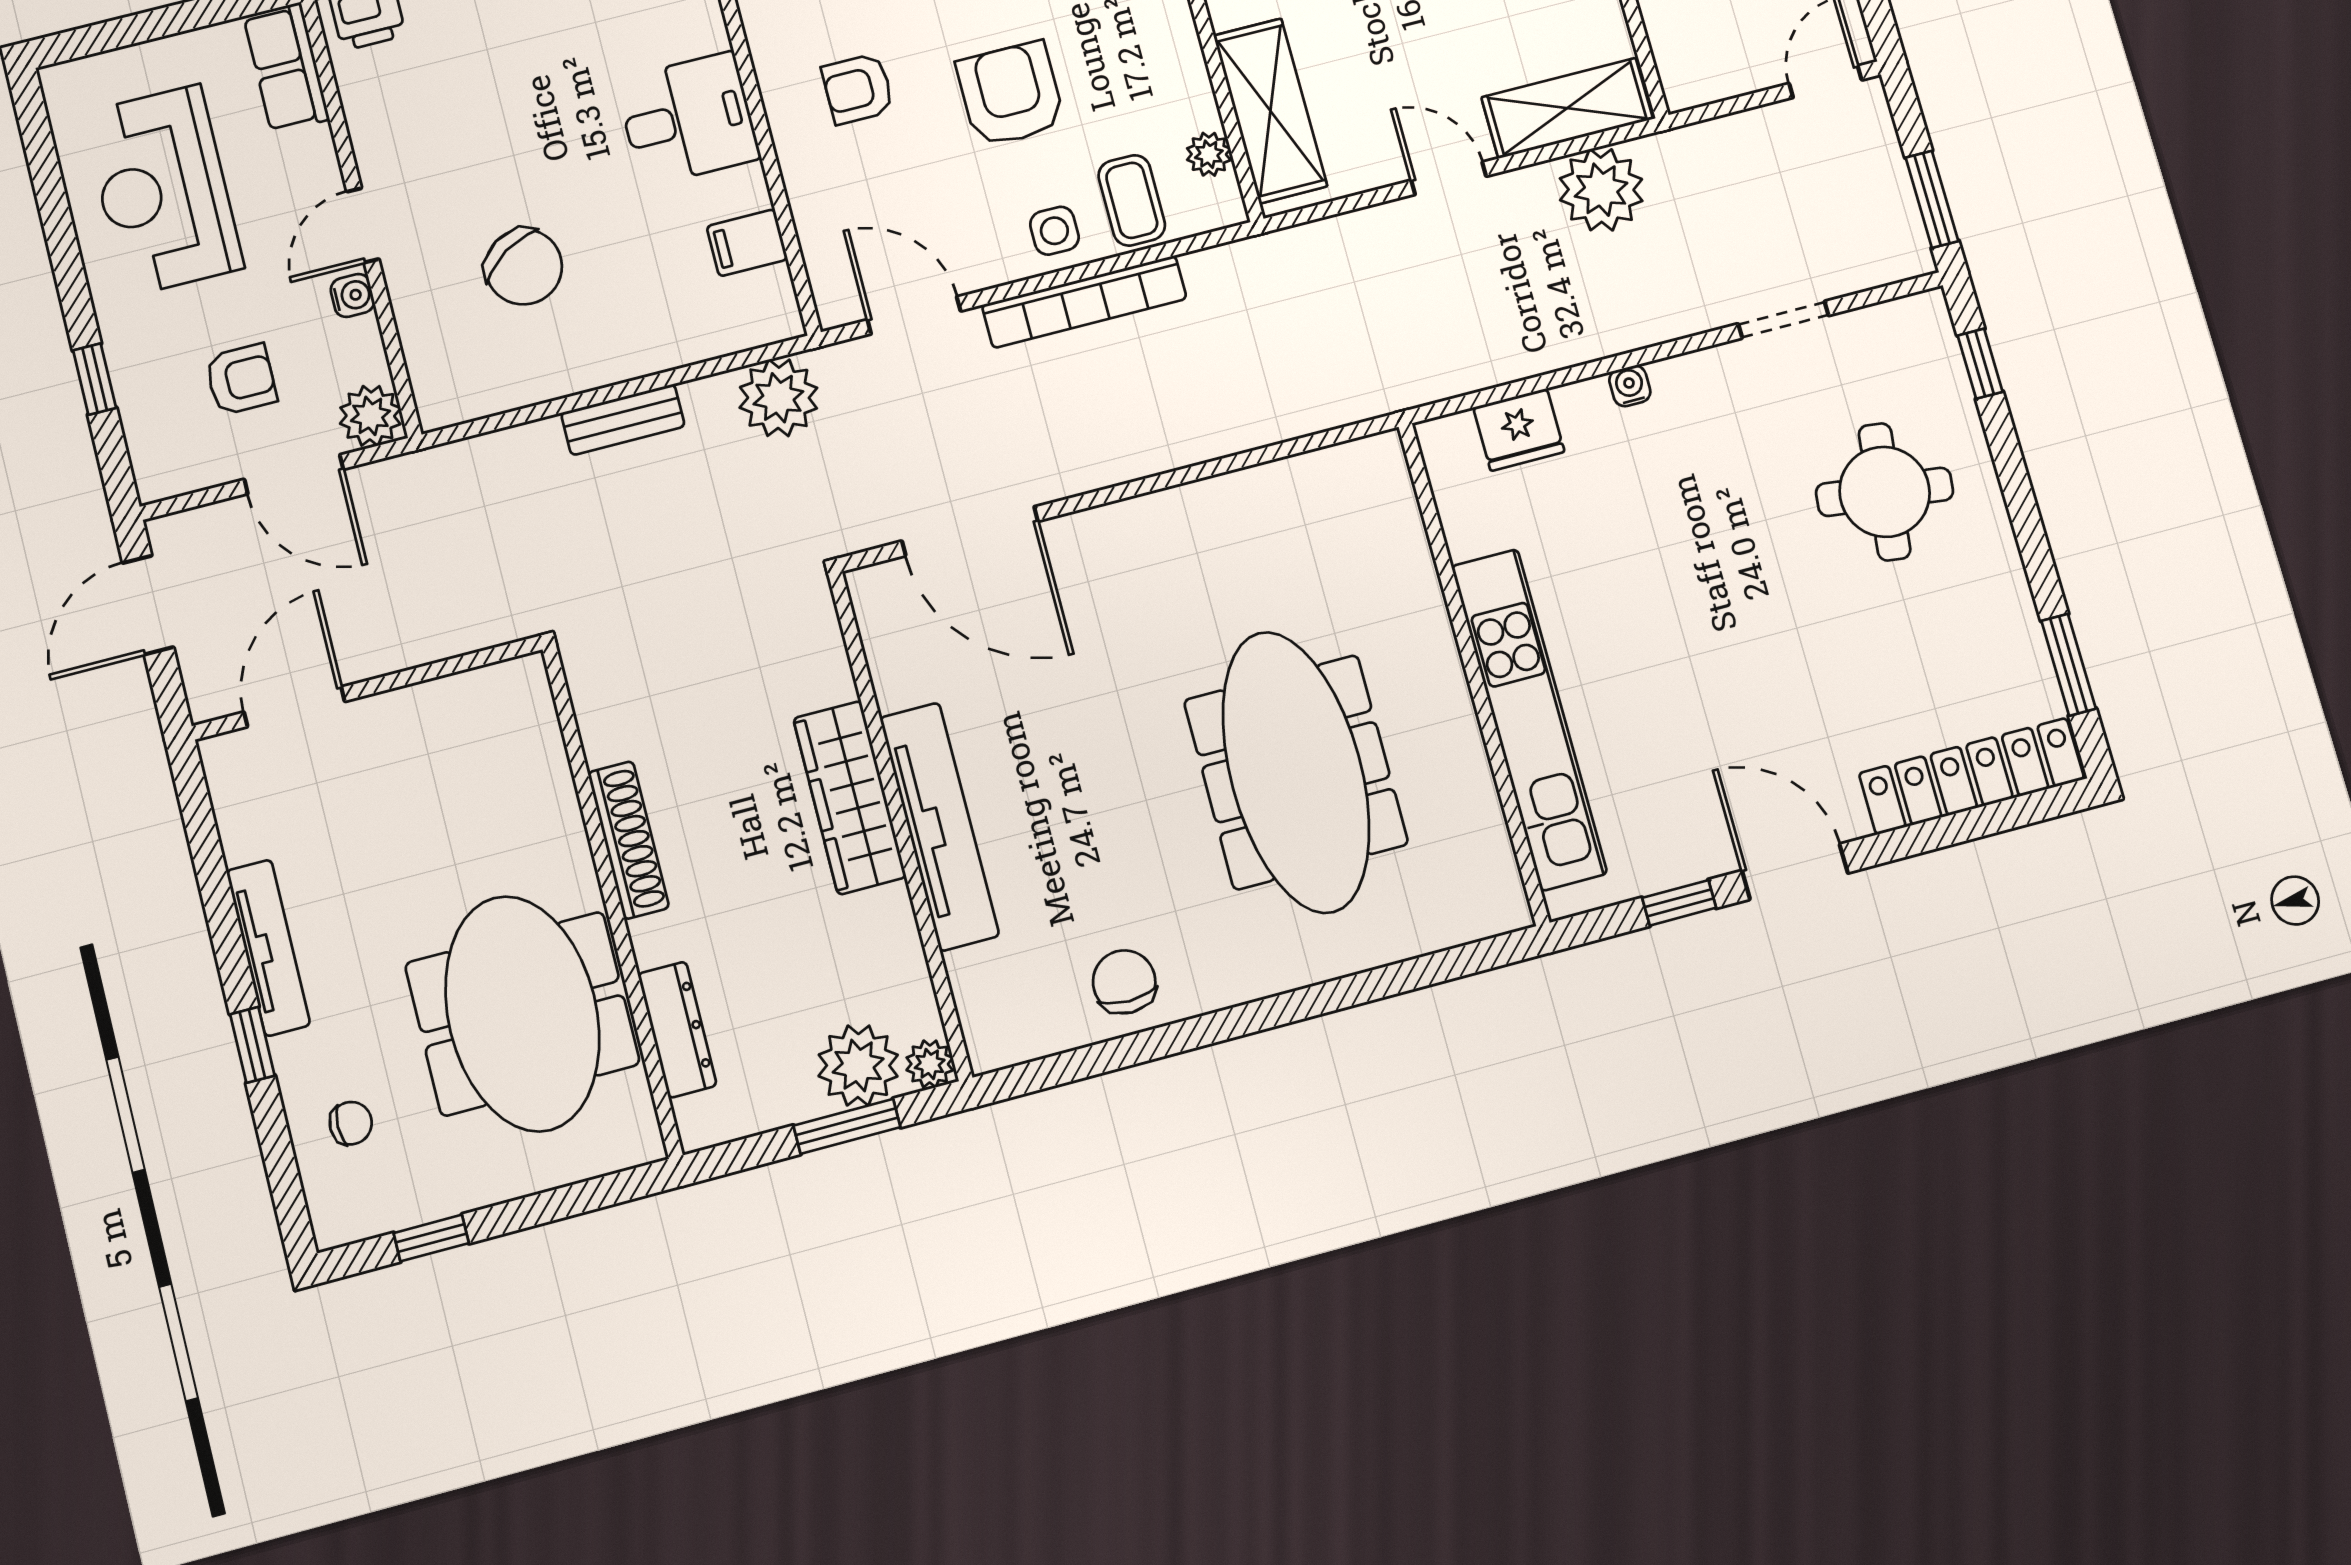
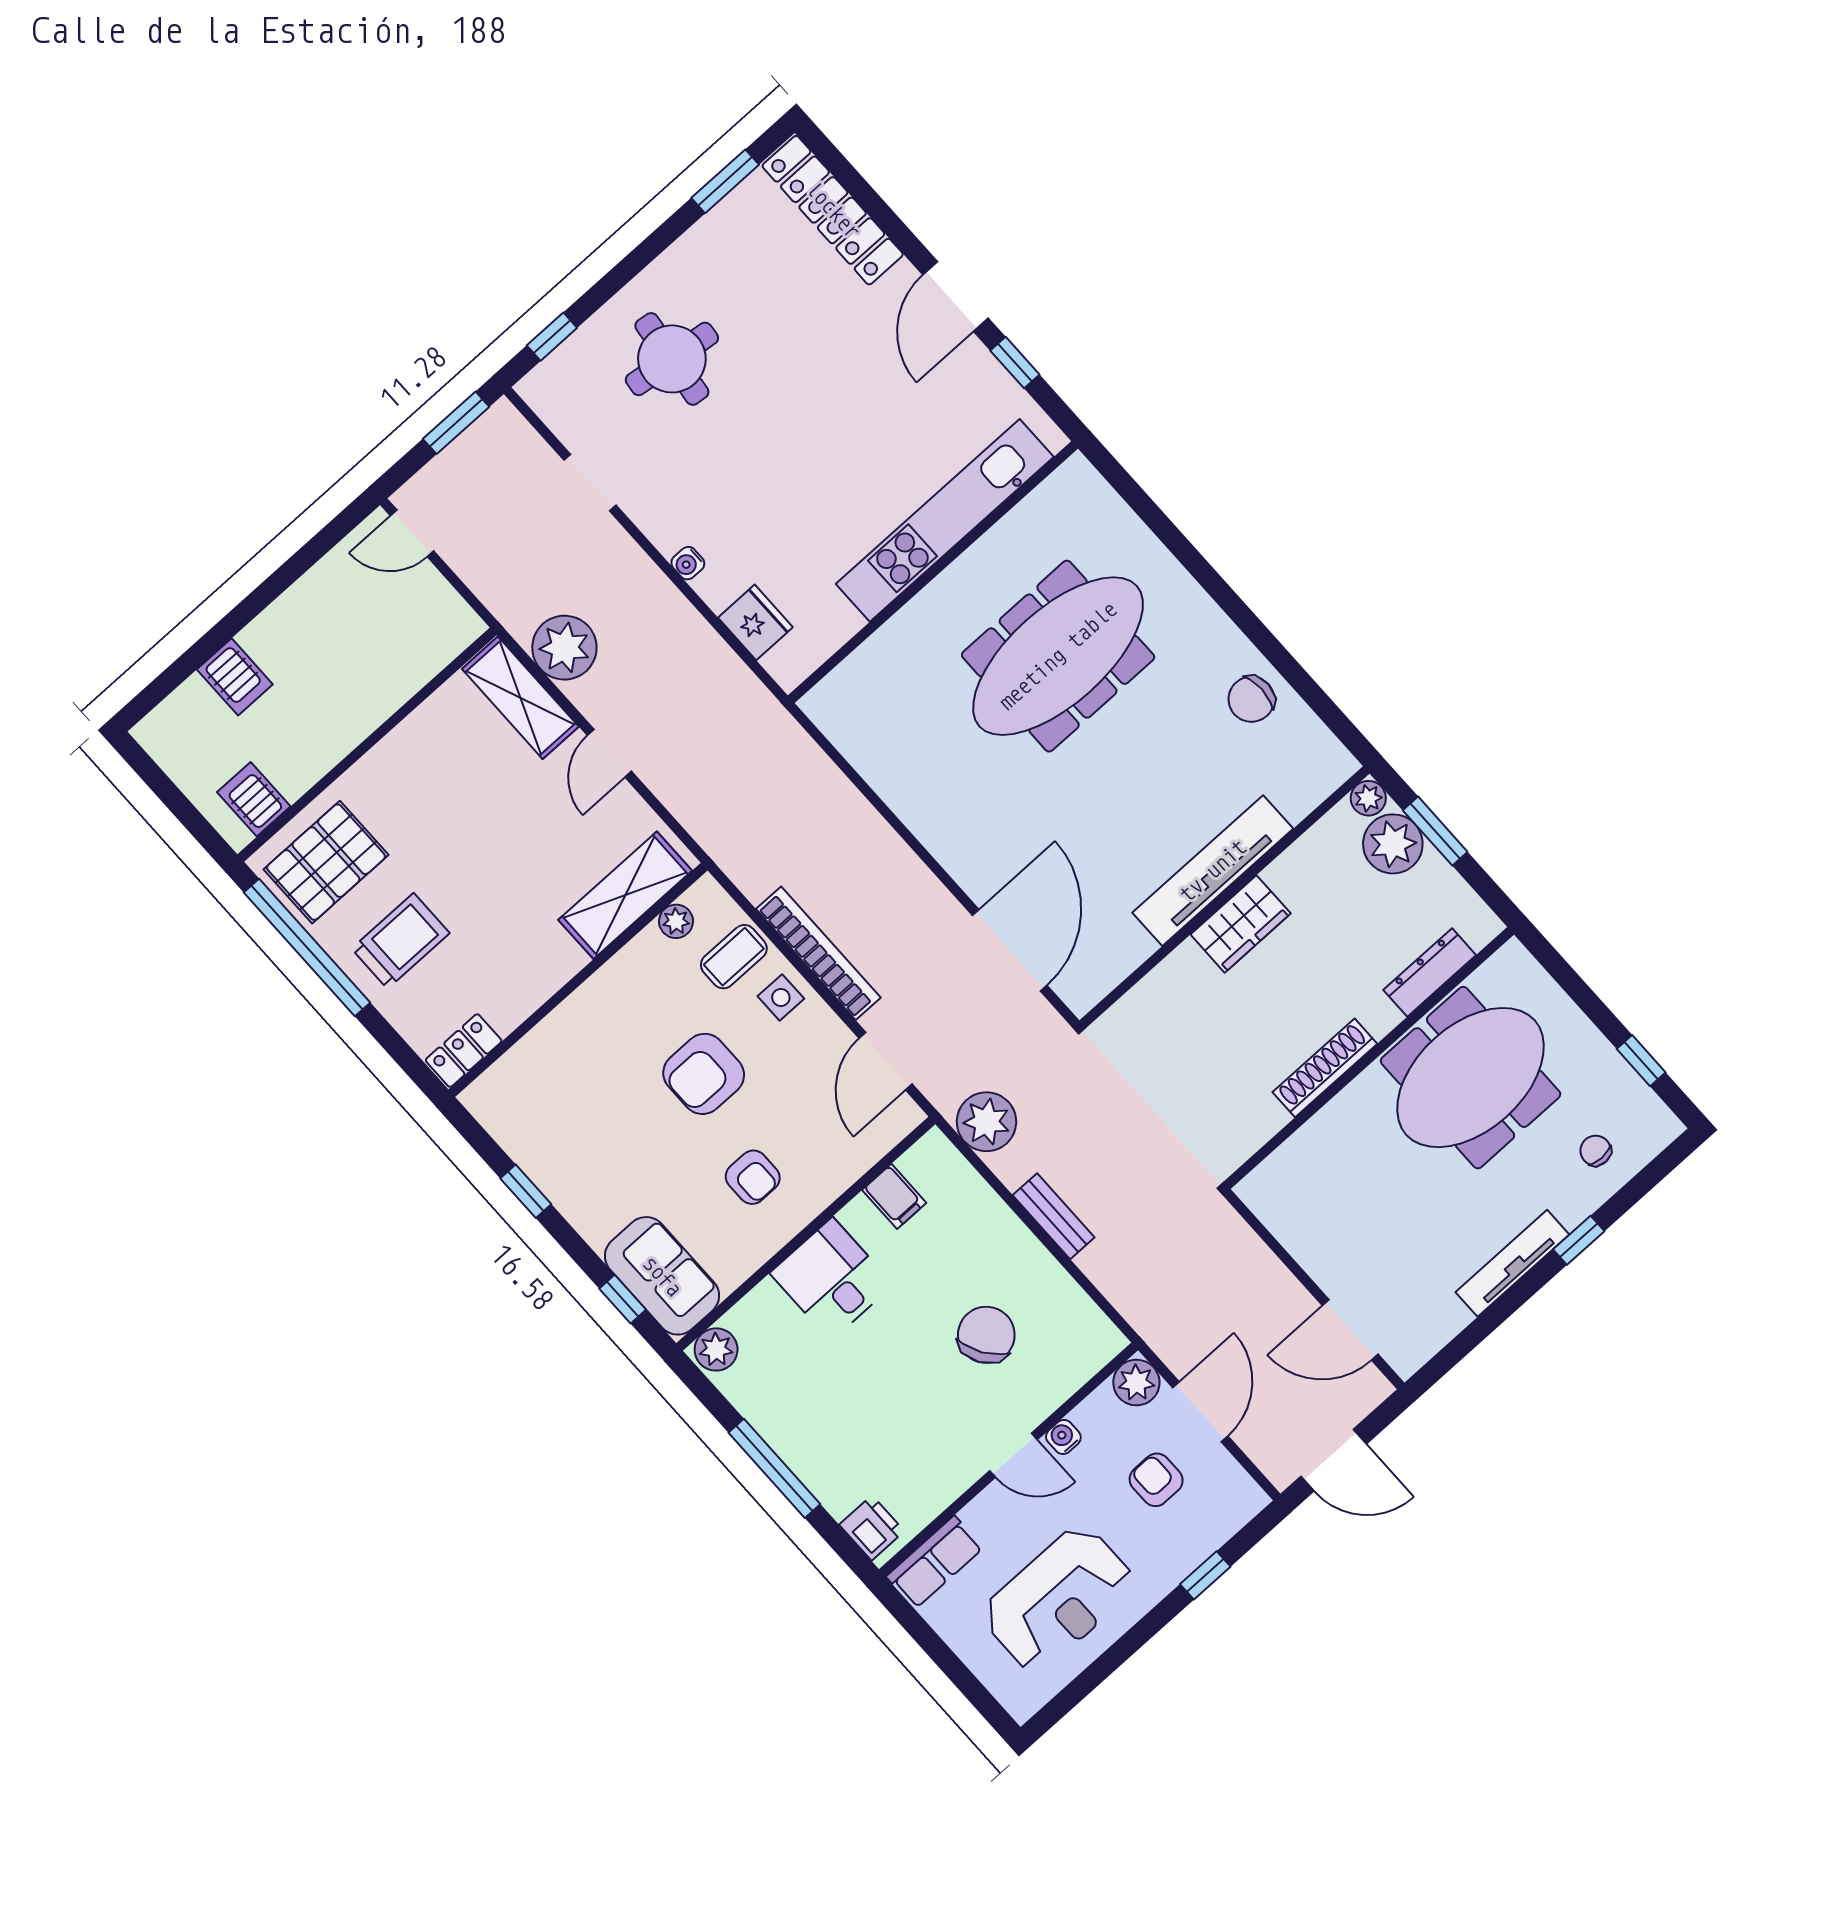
wardrobe: (850, 798) -> (1241, 924), width x0.67

